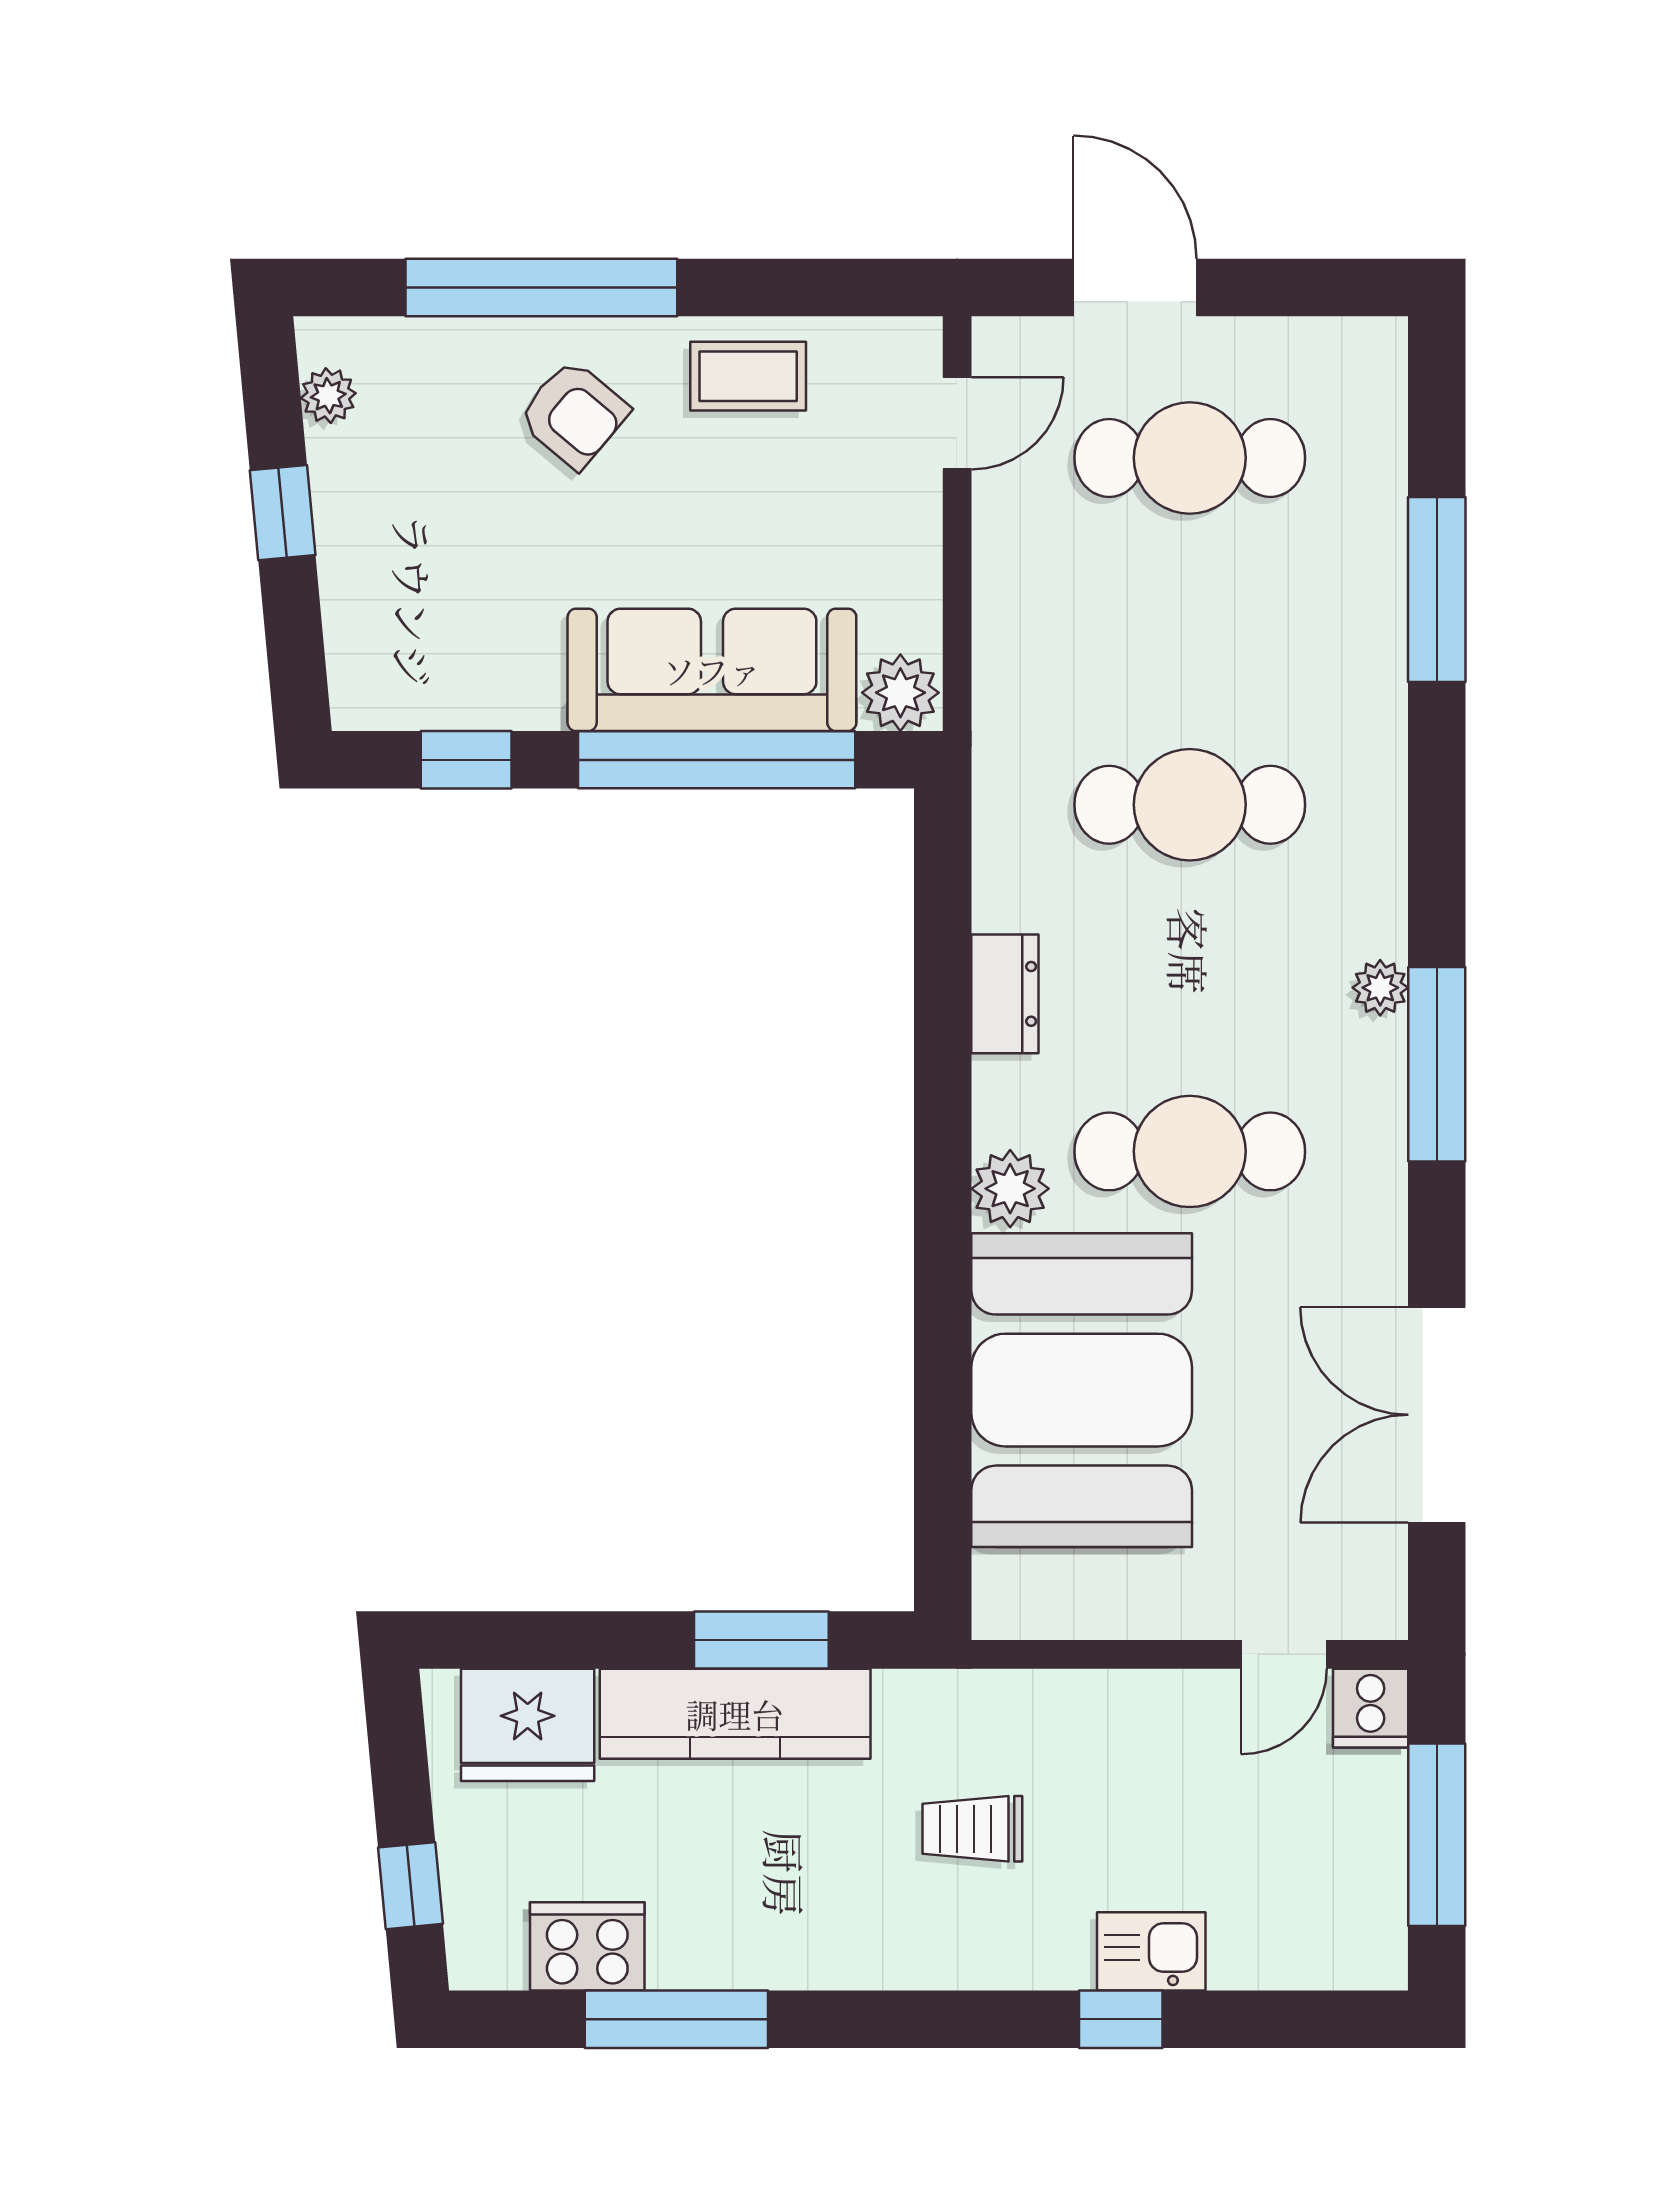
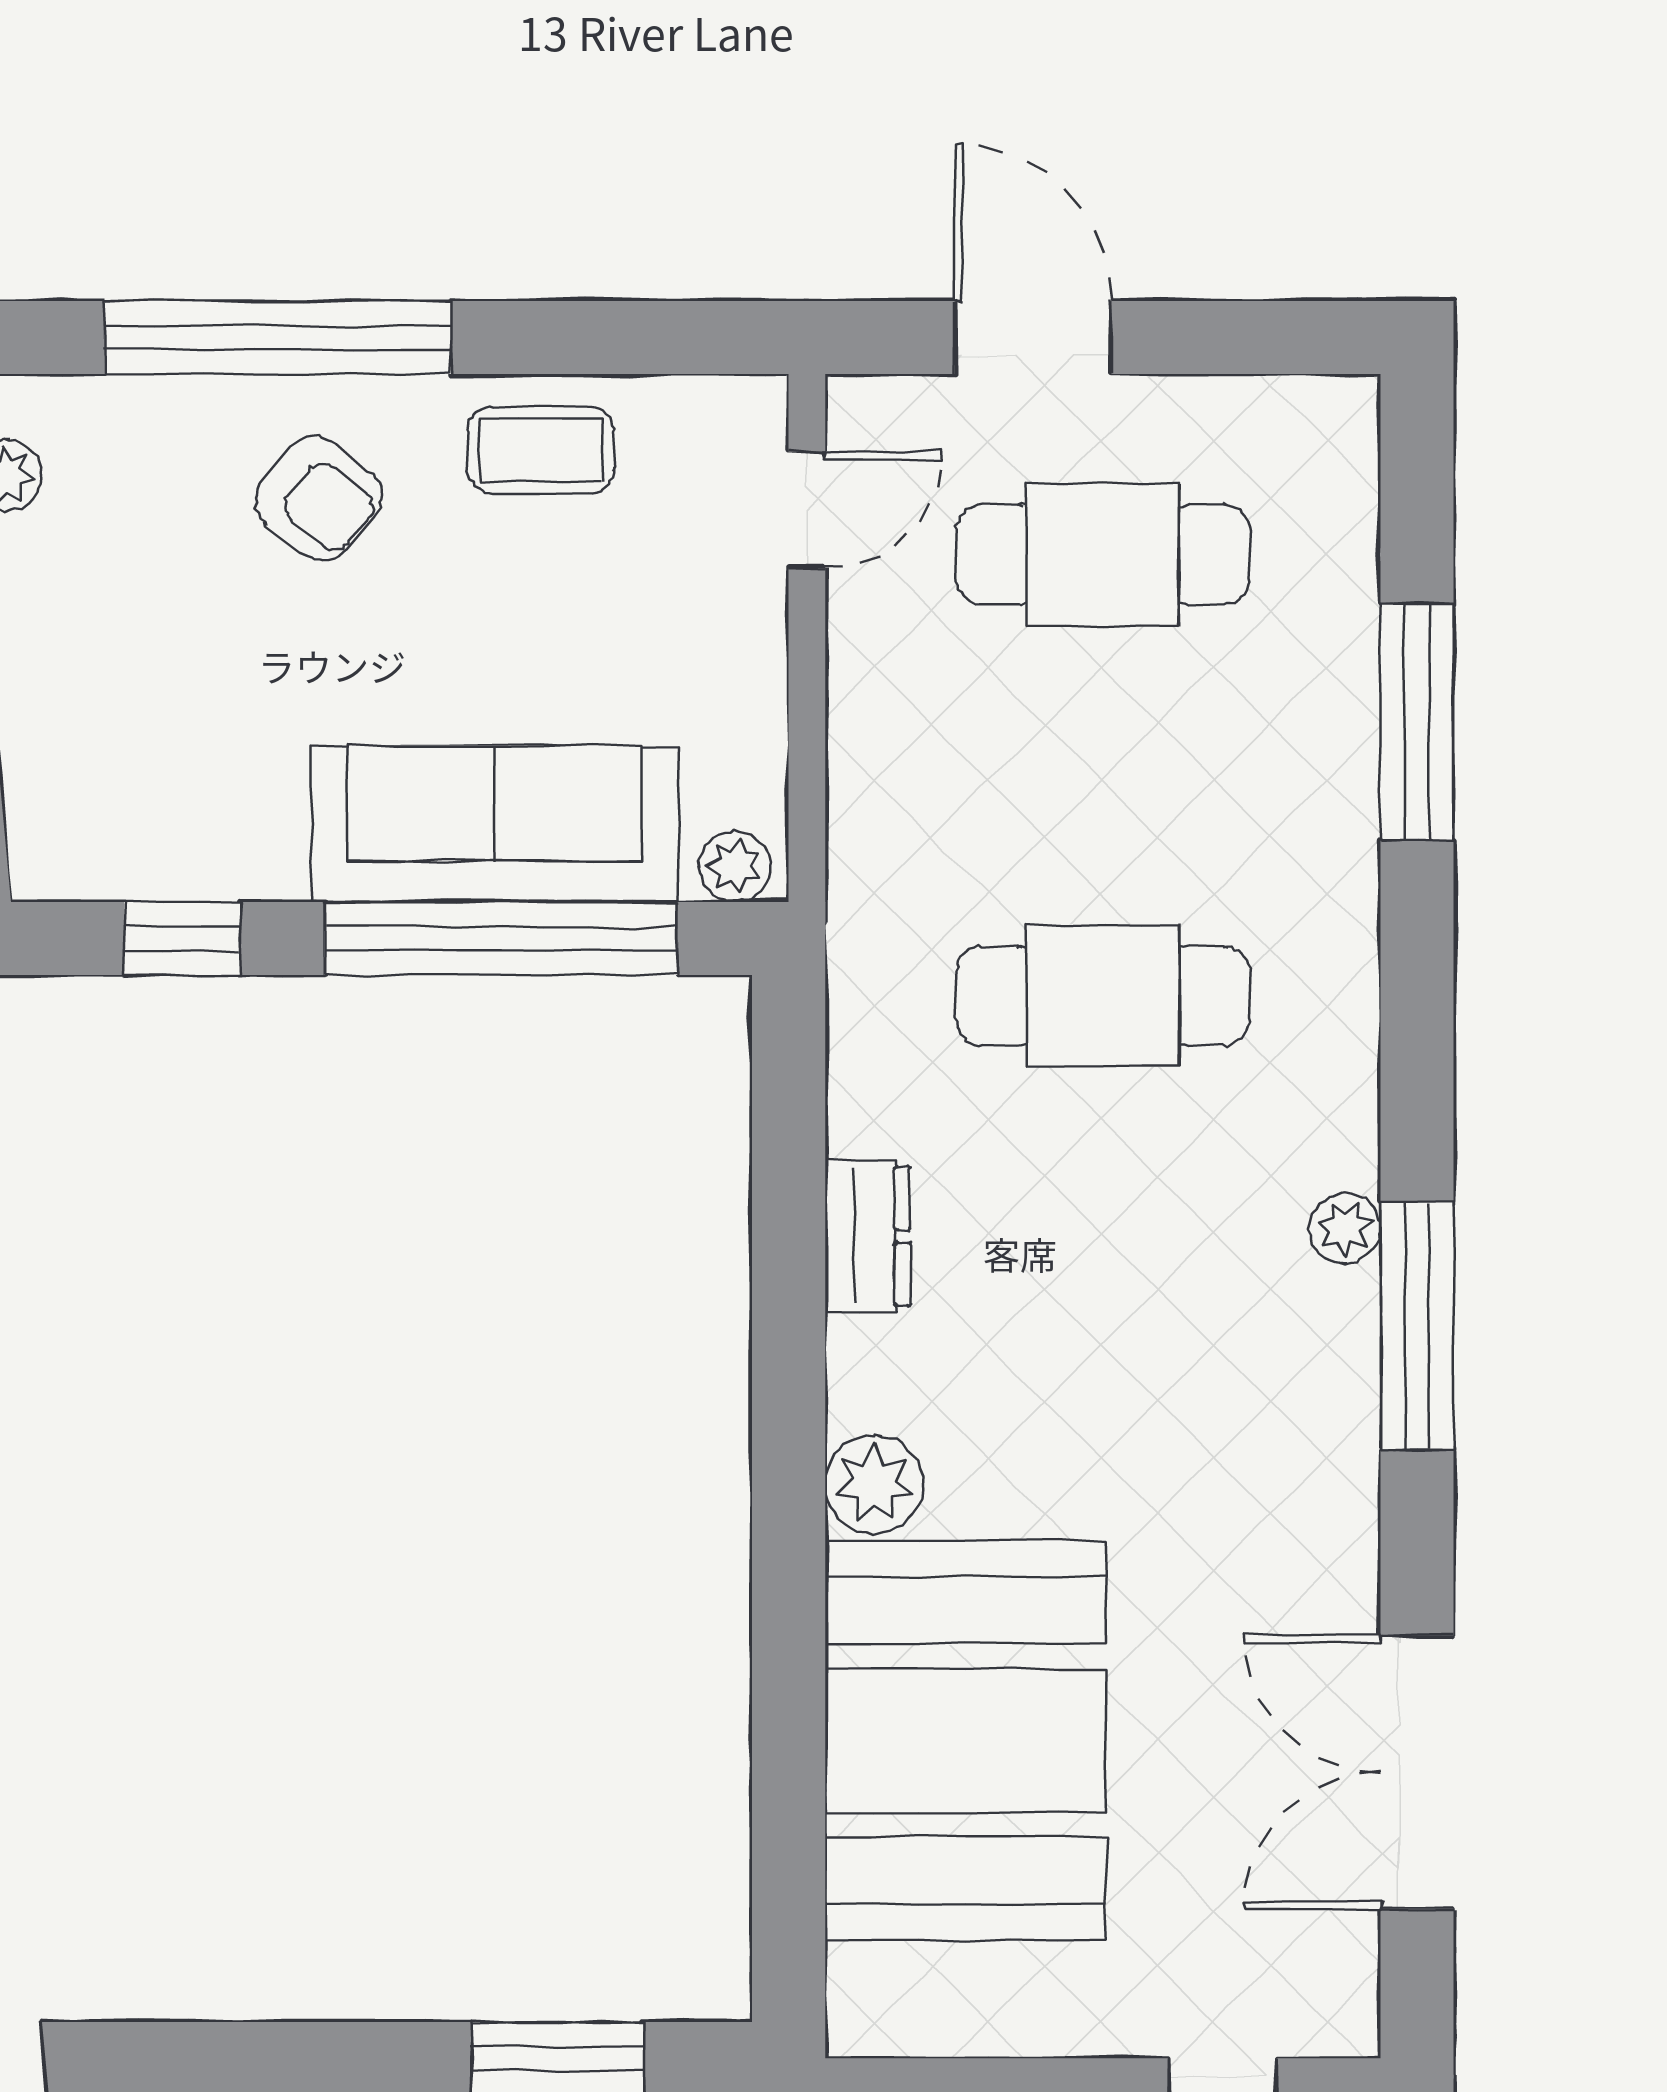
plant: (900, 693) -> (735, 866), width x0.73, depth x0.73
cafe table: (1190, 1151) -> (1103, 1437), removed

